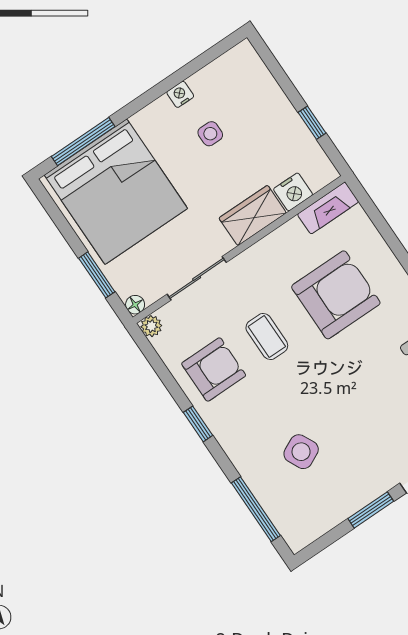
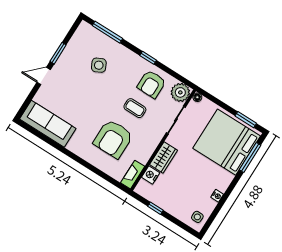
side table: (210, 134) -> (197, 217), moved
window: (97, 275) -> (246, 120), moved
plant: (151, 326) -> (180, 92), width x1.87, depth x1.87

